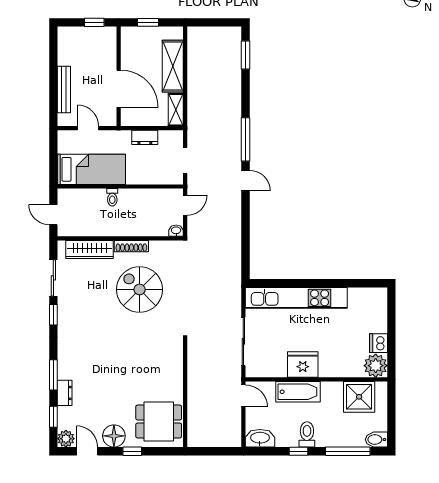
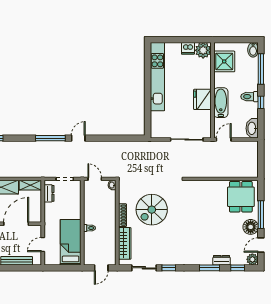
dresser: (145, 137) -> (49, 193), moved
kitchen unit: (296, 298) -> (157, 77), moved
window: (132, 451) -> (261, 215), width x2.17

